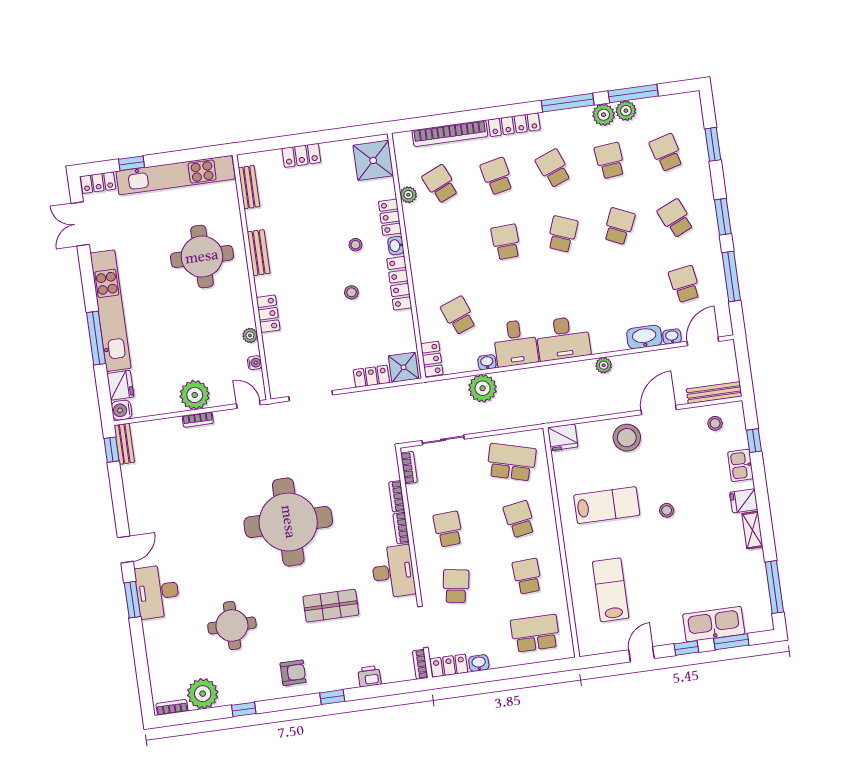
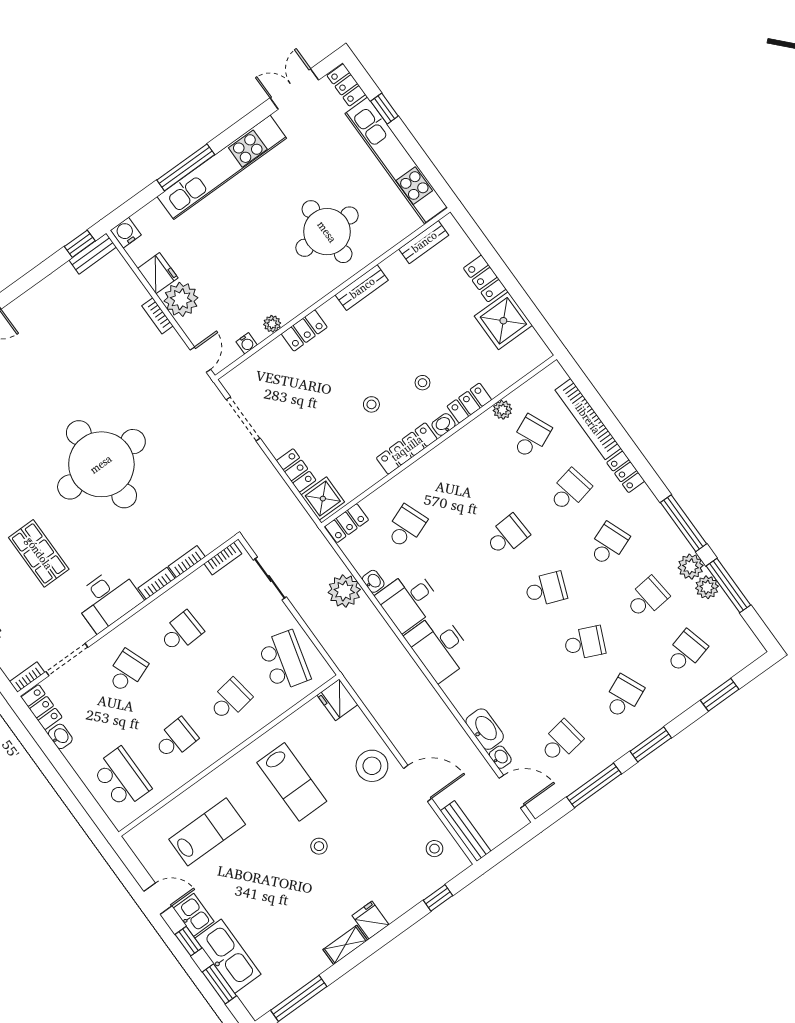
locker: (514, 125) -> (626, 472), width x0.66
shower: (373, 160) -> (503, 321), moved
plant: (604, 365) -> (434, 703), removed
fridge: (120, 385) -> (158, 273), moved, turned -90
kitchen sink: (740, 465) -> (194, 915), moved, turned 90
school desk: (456, 586) -> (127, 671), turned -30

